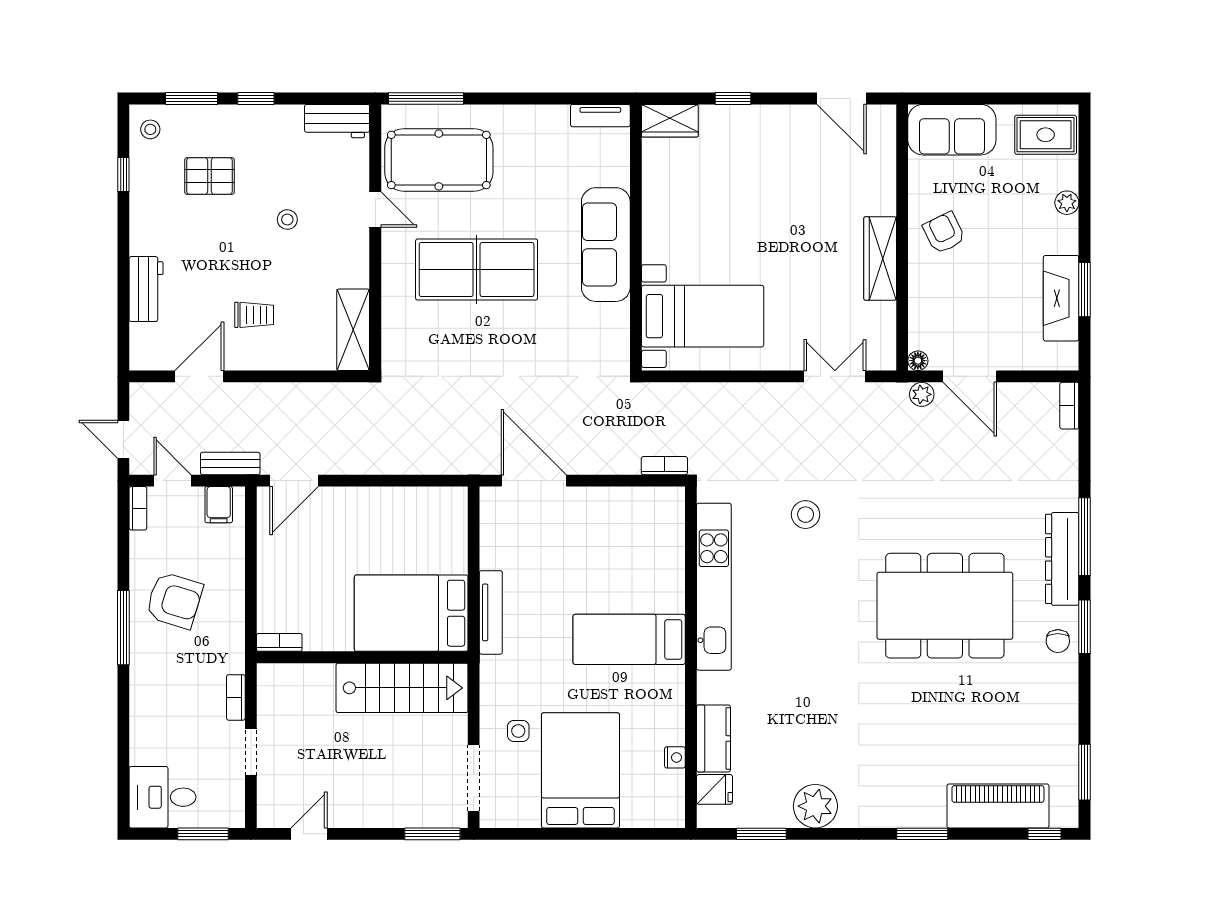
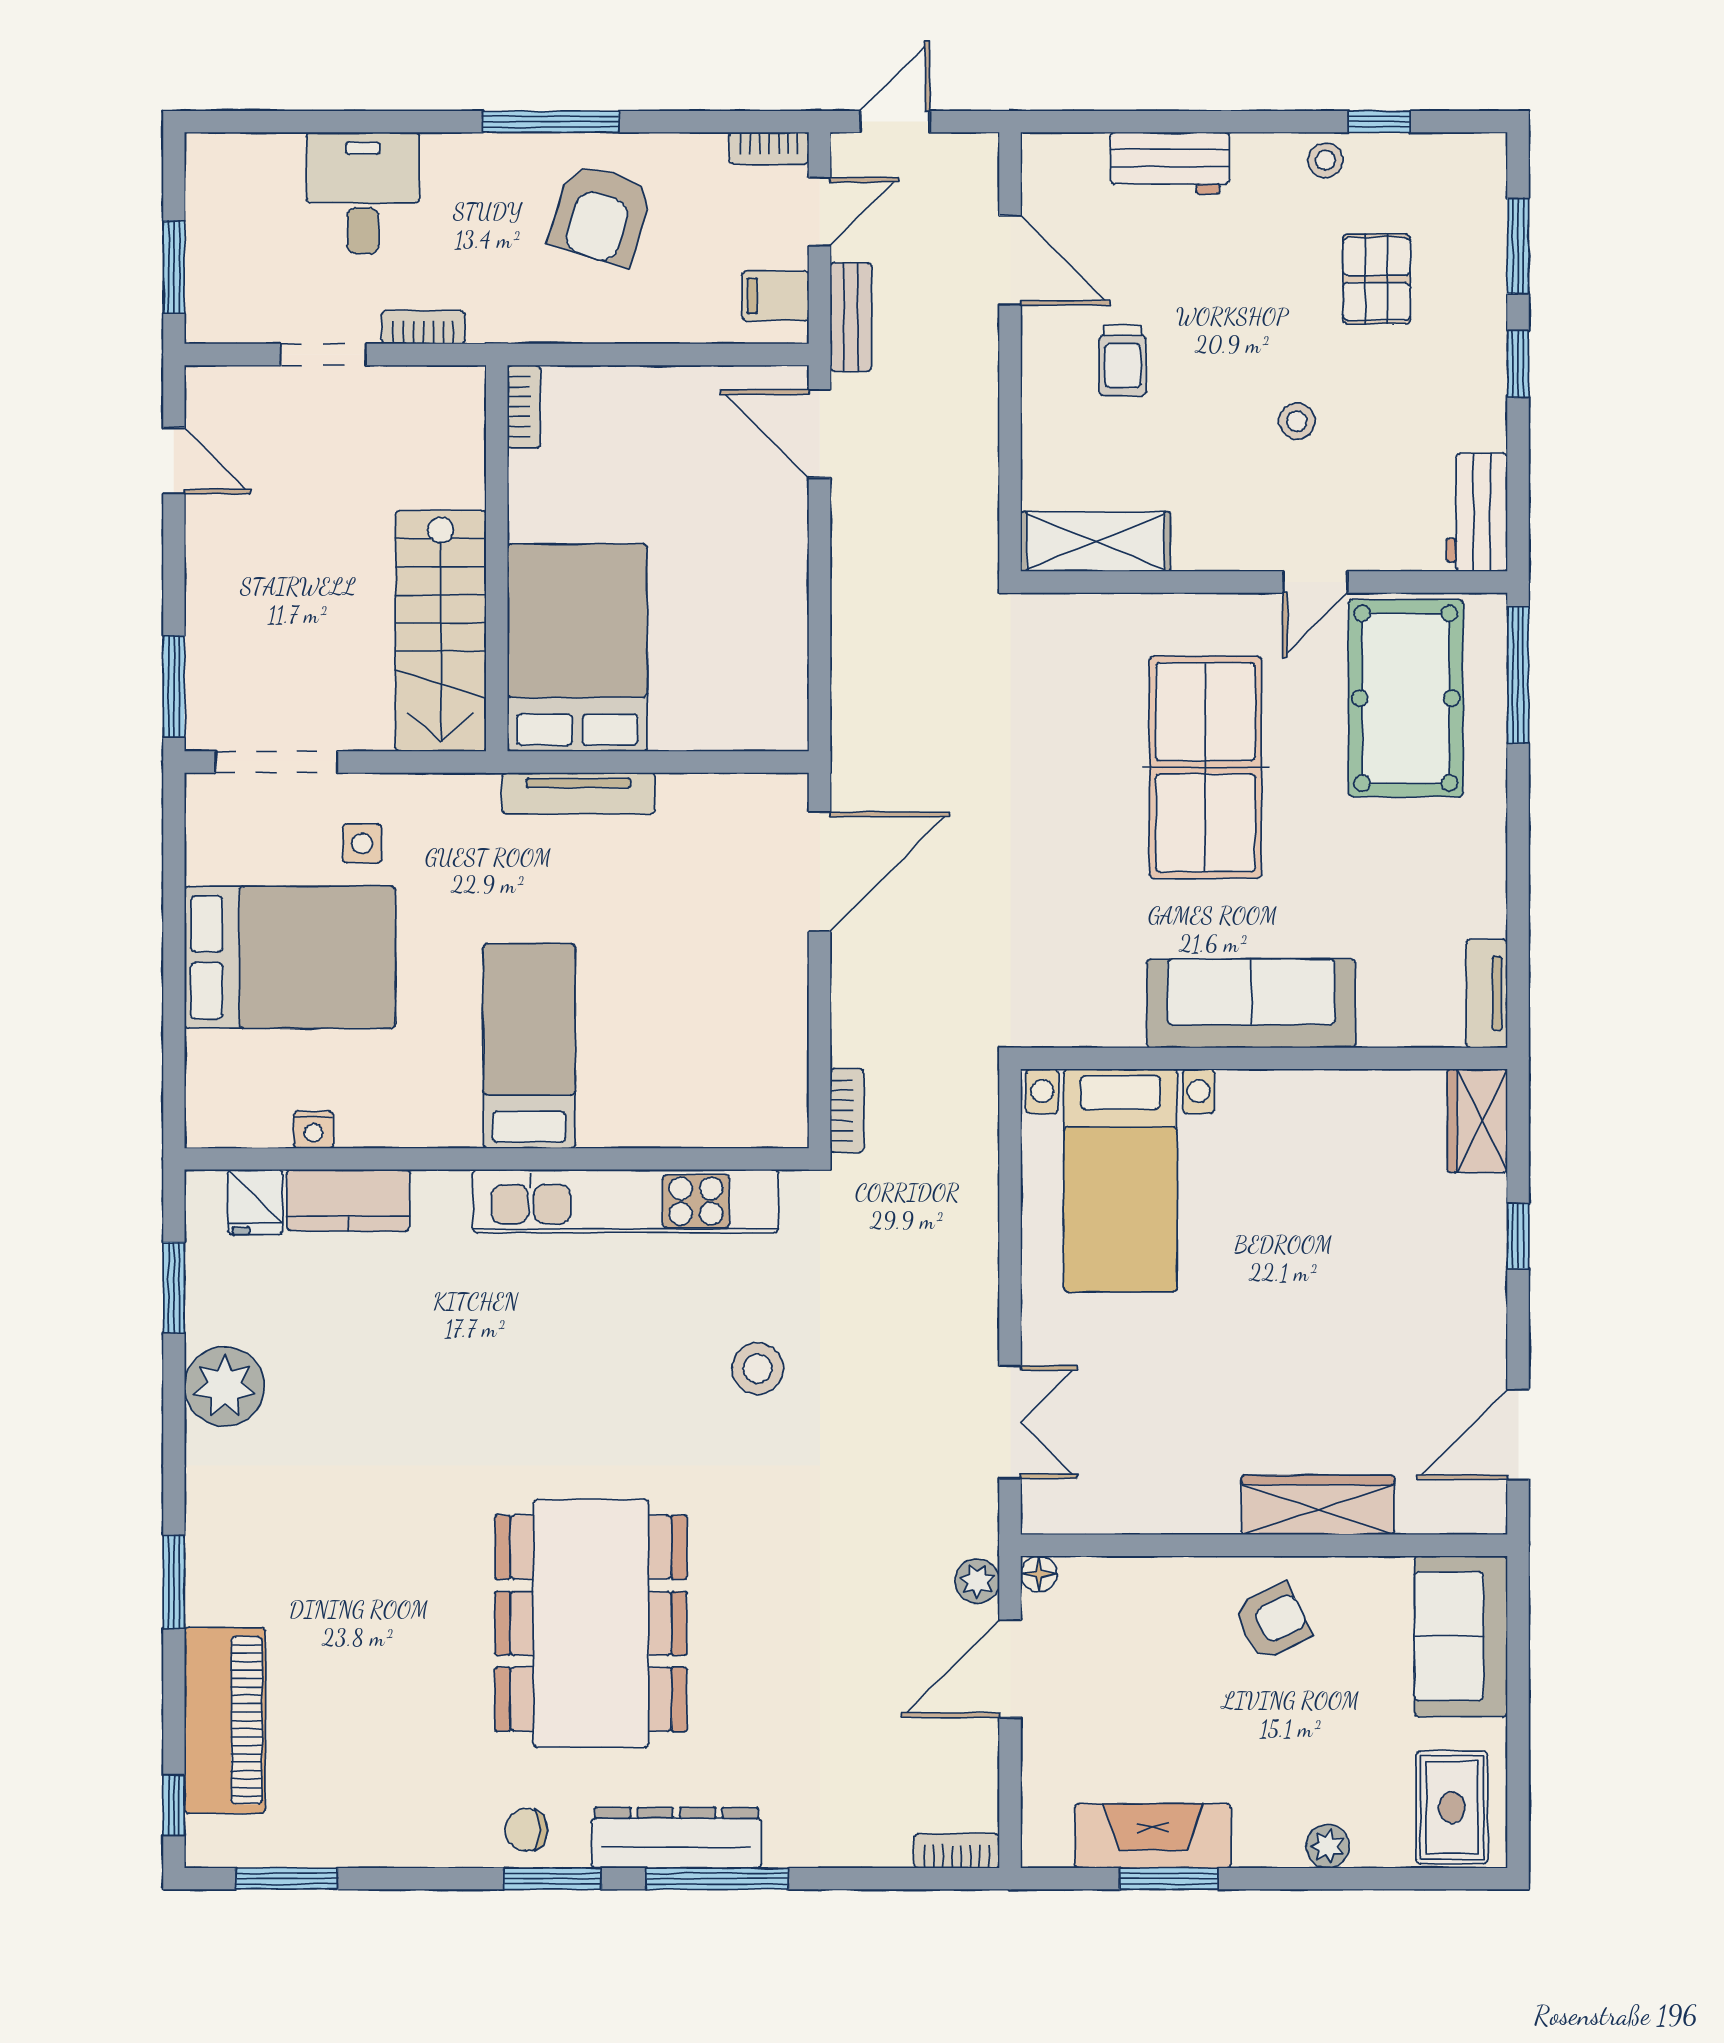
stool: (150, 129) -> (1325, 160), moved
wardrobe: (880, 258) -> (1318, 1505), moved
desk: (163, 797) -> (363, 193), moved

